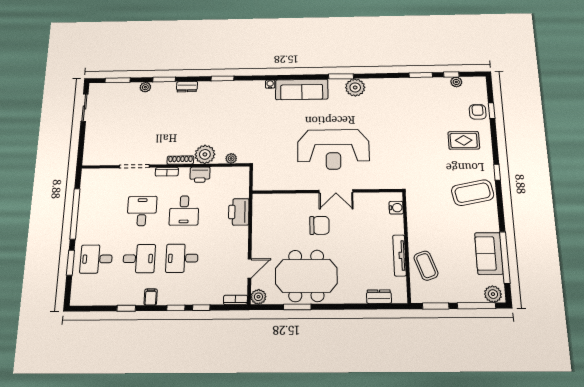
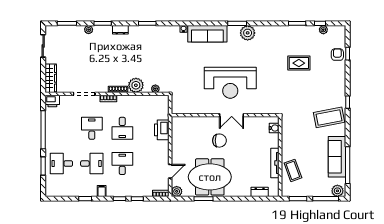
rug: (464, 140) -> (299, 63), moved
wardrobe: (91, 147) -> (51, 78), added
printer: (200, 175) -> (52, 101), moved
sofa: (489, 253) -> (337, 157), width x1.36
desk: (182, 258) -> (122, 164), turned 90

